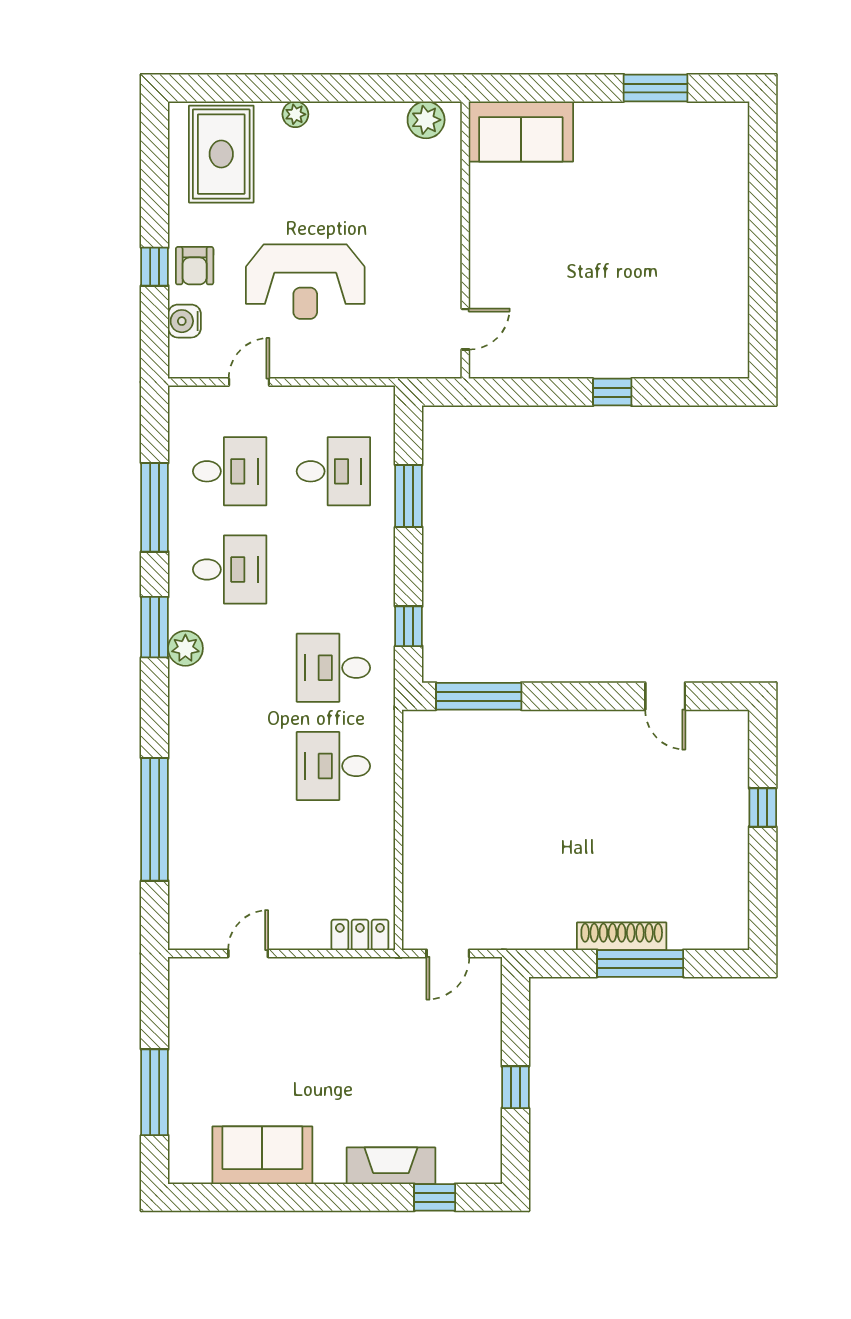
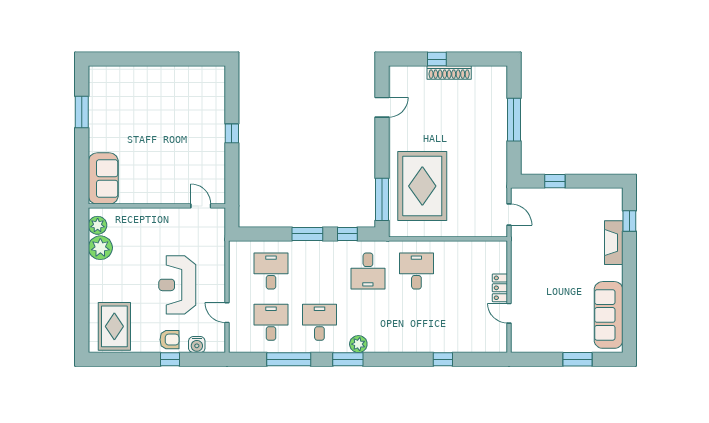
plant: (295, 114) -> (100, 248), moved, width x1.88, depth x1.88
rug: (221, 154) -> (114, 326), turned 90
reception desk: (305, 282) -> (177, 285), turned 180
window: (409, 496) -> (307, 234), moved
desk: (333, 766) -> (416, 271), turned 180
rug: (506, 778) -> (422, 186), added
window: (155, 819) -> (443, 359), width x0.32
locker: (360, 935) -> (500, 288), moved
shoe rack: (622, 936) -> (449, 73), moved, turned -90
window: (515, 1087) -> (555, 181), moved
window: (155, 1092) -> (577, 359), width x0.69
sofa: (262, 1155) -> (609, 315), width x1.36

